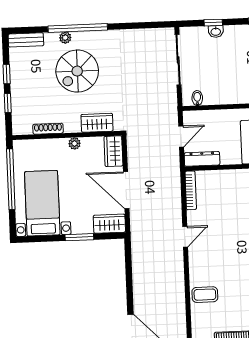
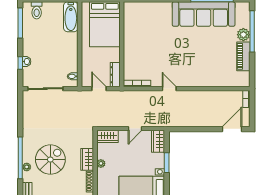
spiral stairs: (77, 71) -> (50, 160), turned -90
wardrobe: (97, 123) -> (87, 159), moved
door: (126, 190) -> (135, 129), width x0.53
coffee table: (205, 295) -> (210, 77), removed

